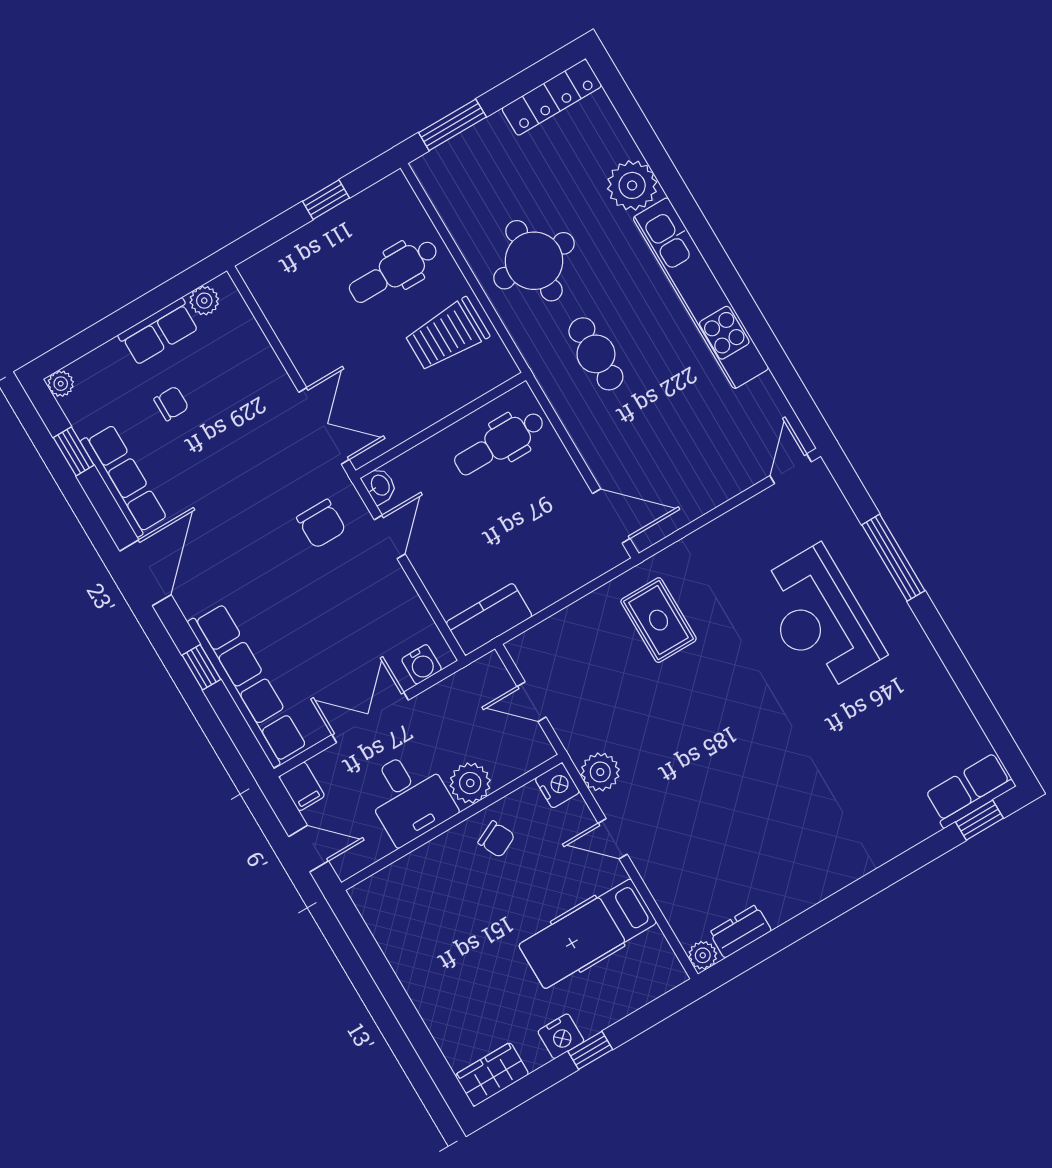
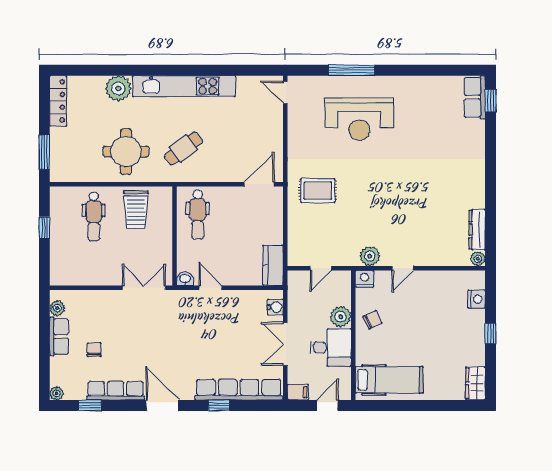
cafe table: (596, 354) -> (183, 149), turned -38
chair: (321, 524) -> (187, 315), removed
dresser: (740, 931) -> (477, 230), width x1.44
hospital bed: (588, 934) -> (389, 380), moved, turned -90
nightstand: (561, 1036) -> (476, 299), moved

